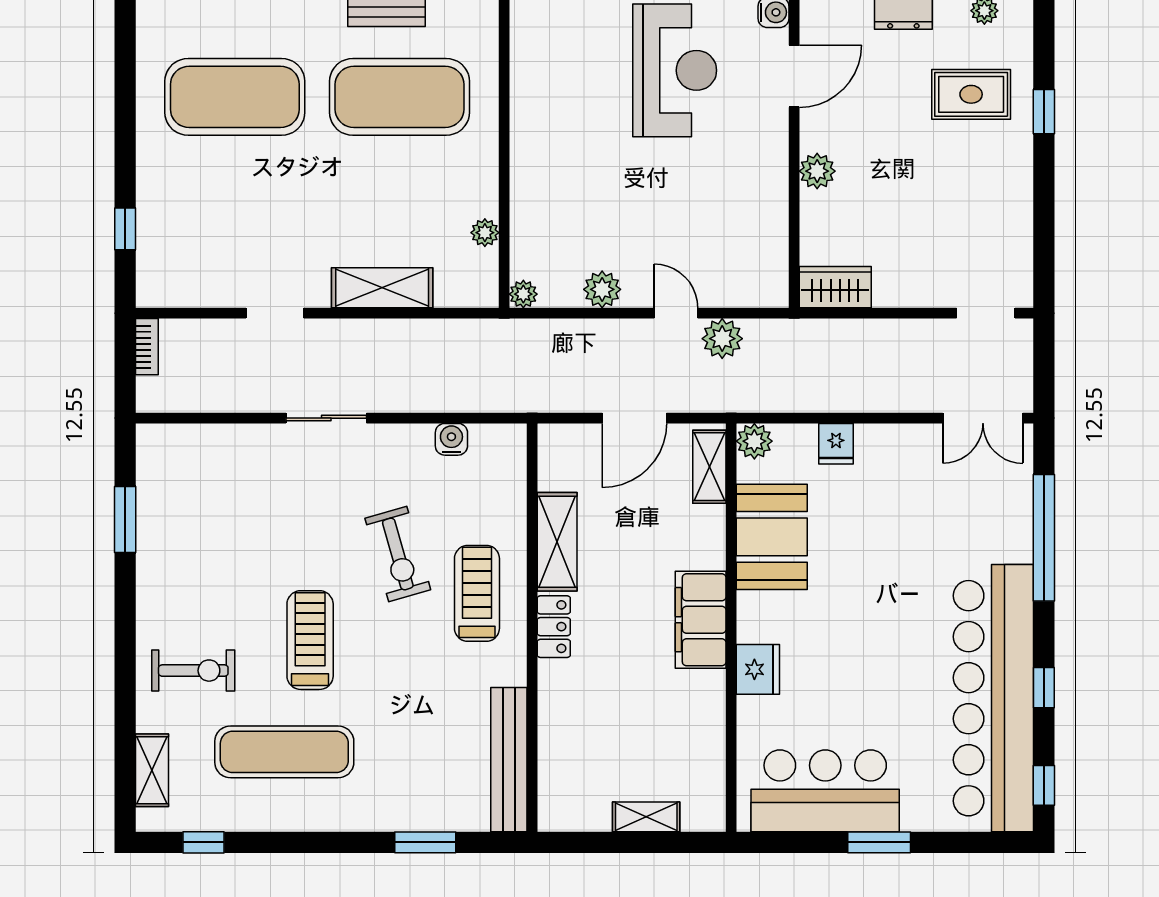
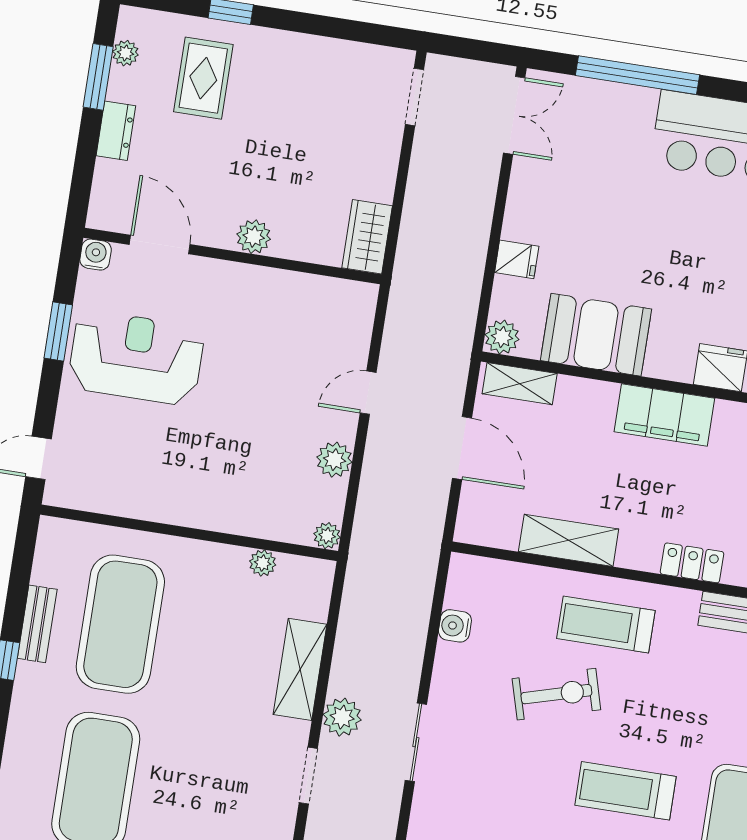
plant: (722, 339) -> (342, 717), moved
locker: (554, 627) -> (692, 563), moved

